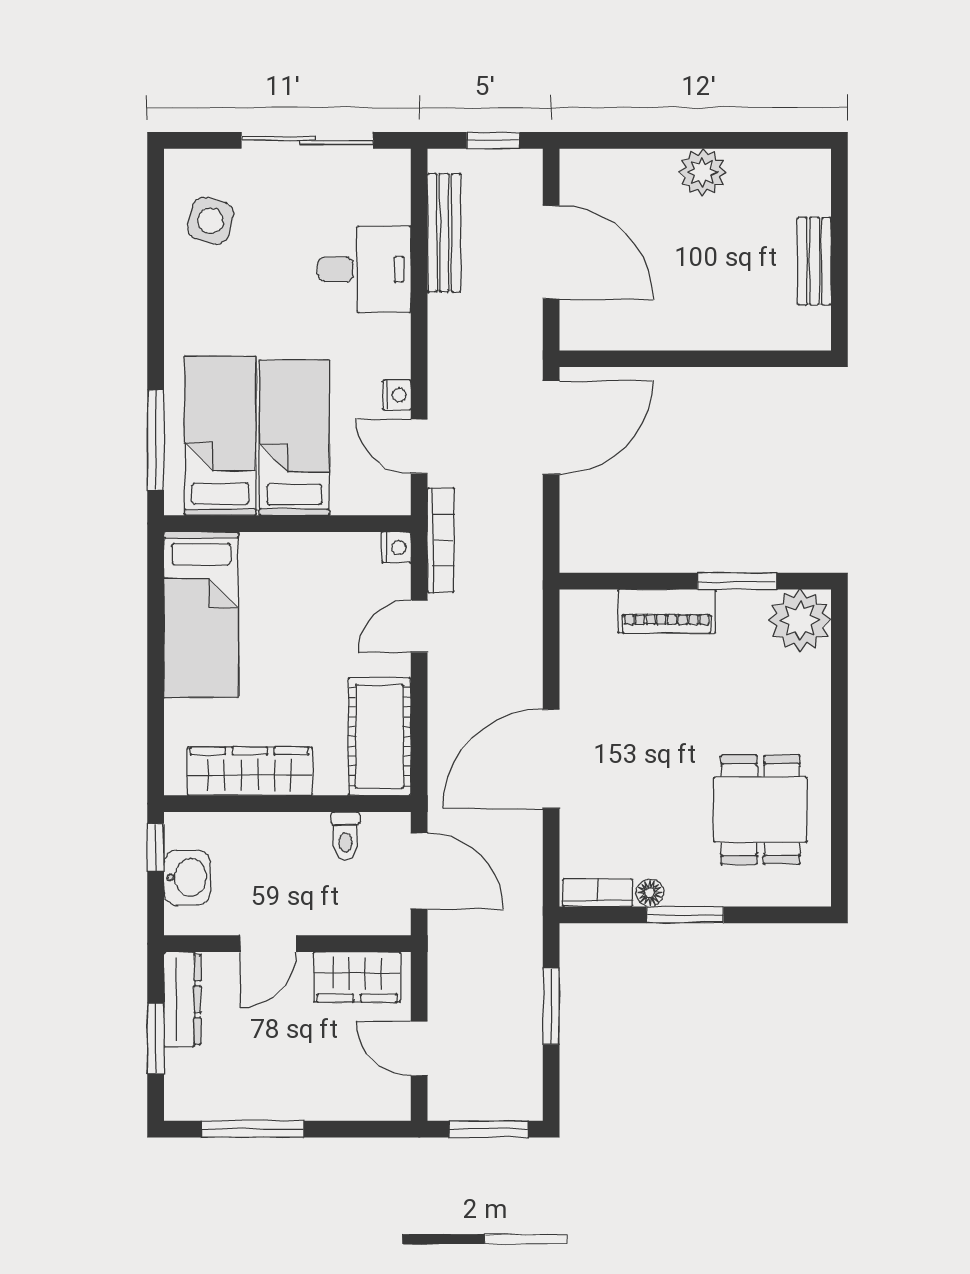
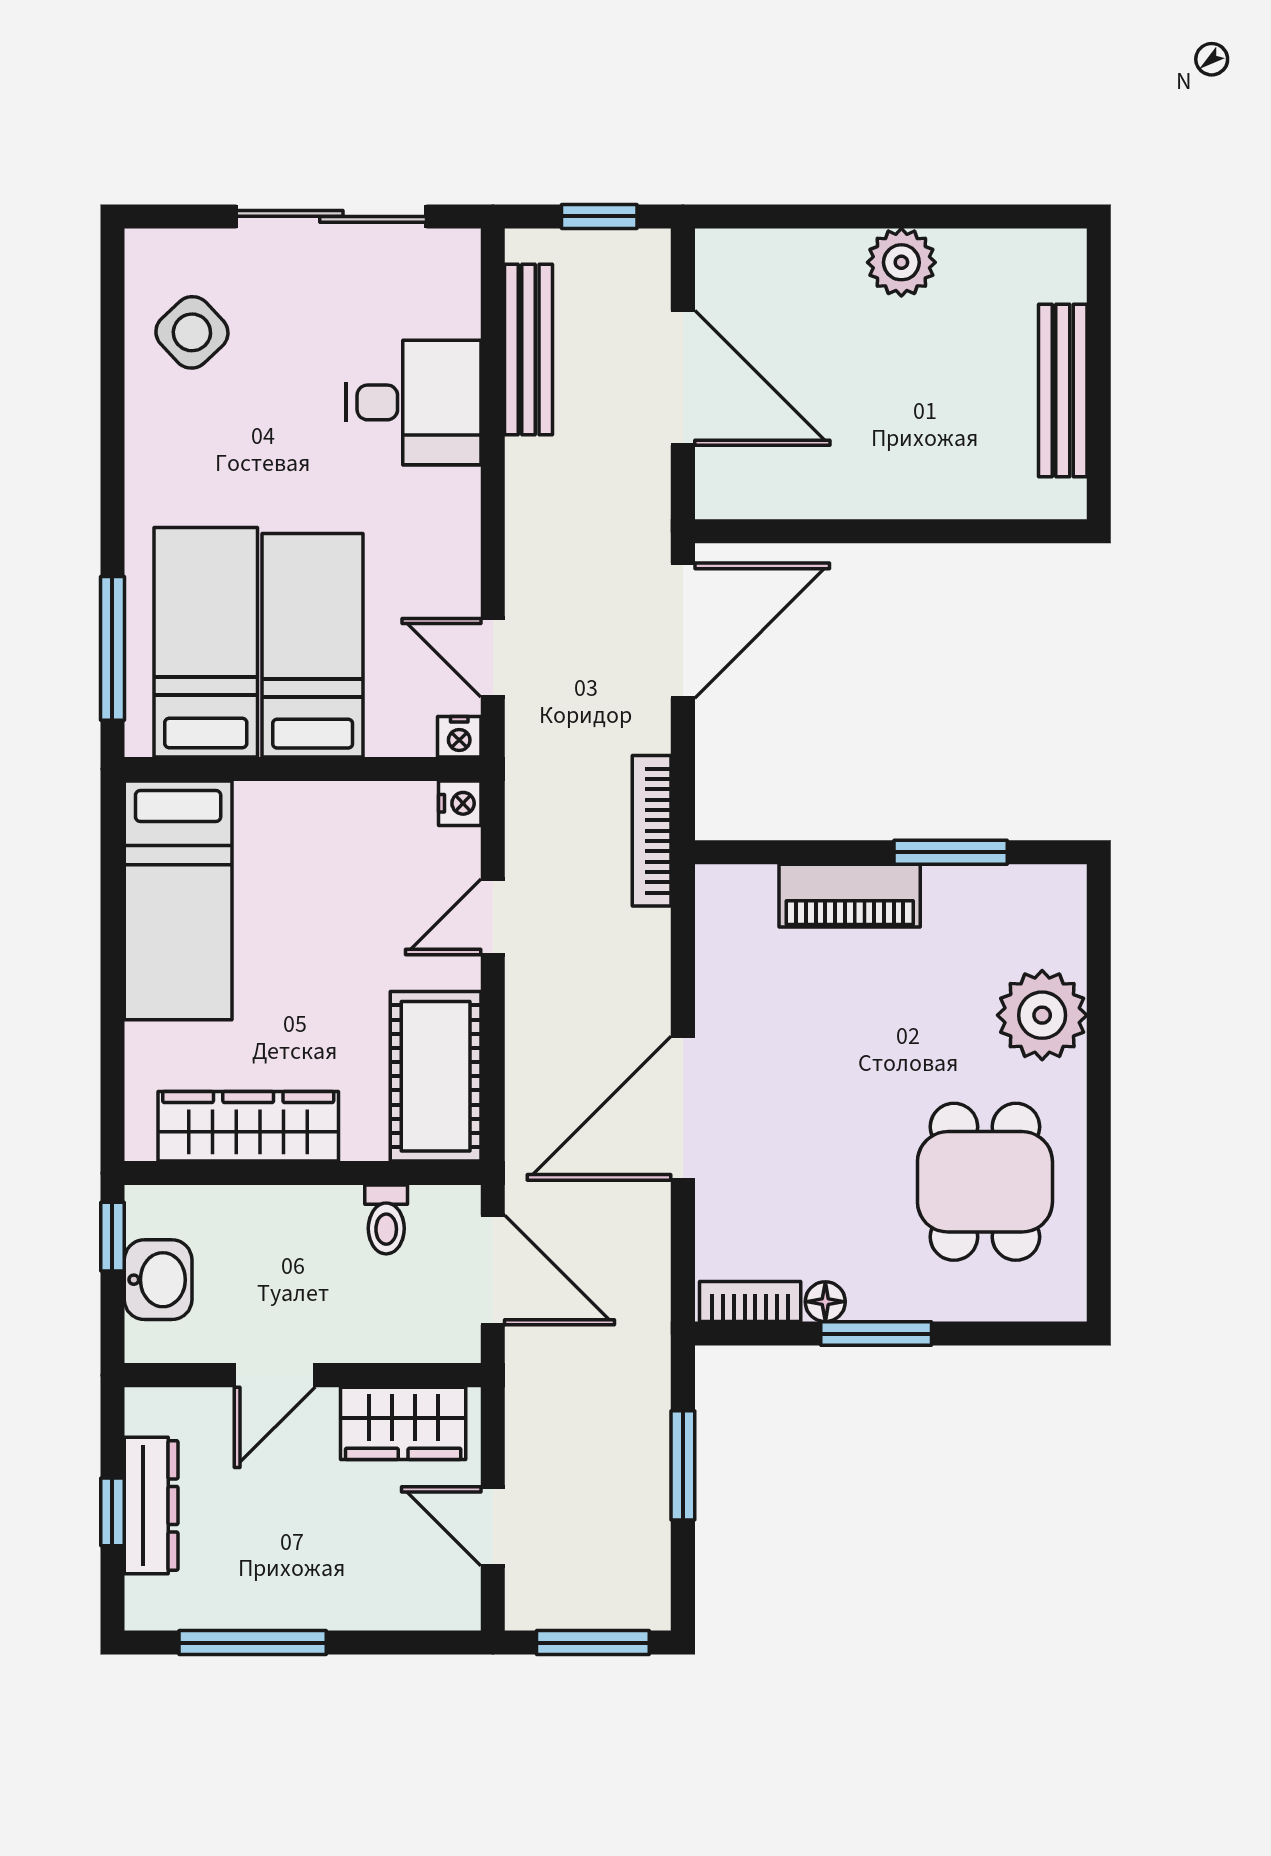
side table: (211, 221) -> (192, 332), turned 32
bench: (814, 261) -> (1063, 391), width x1.36
nightstand: (397, 395) -> (459, 737), moved, turned 90
bookcase: (441, 540) -> (652, 831), moved, turned 180
plant: (800, 620) -> (1042, 1015), moved
dresser: (182, 999) -> (151, 1505), moved
window: (156, 1038) -> (112, 1512), width x0.67

